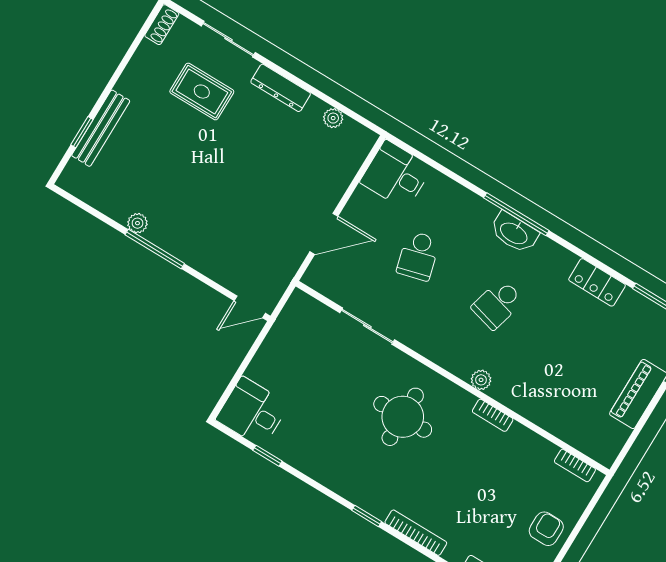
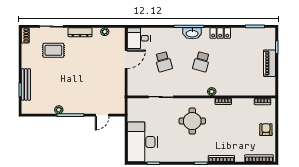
door: (324, 234) -> (126, 59), moved
locker: (597, 282) -> (220, 33), moved
door: (250, 307) -> (102, 115), moved
desk: (252, 412) -> (142, 142), width x1.87, depth x1.30

